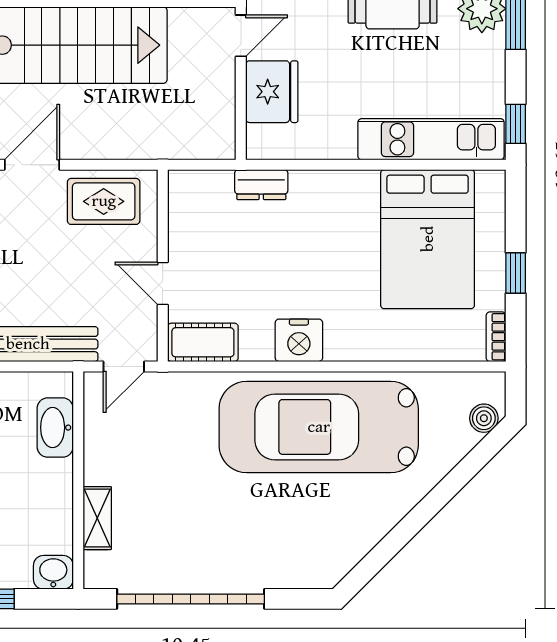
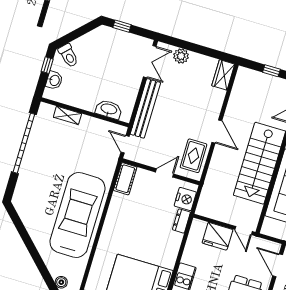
door: (163, 283) -> (165, 173), moved
nightstand: (299, 340) -> (185, 199), moved, turned 180
washbasin: (53, 572) -> (54, 80), moved

